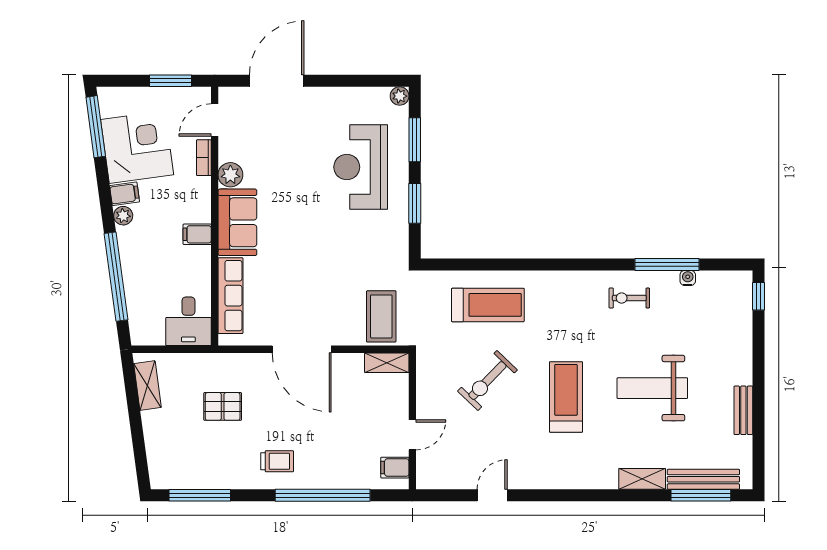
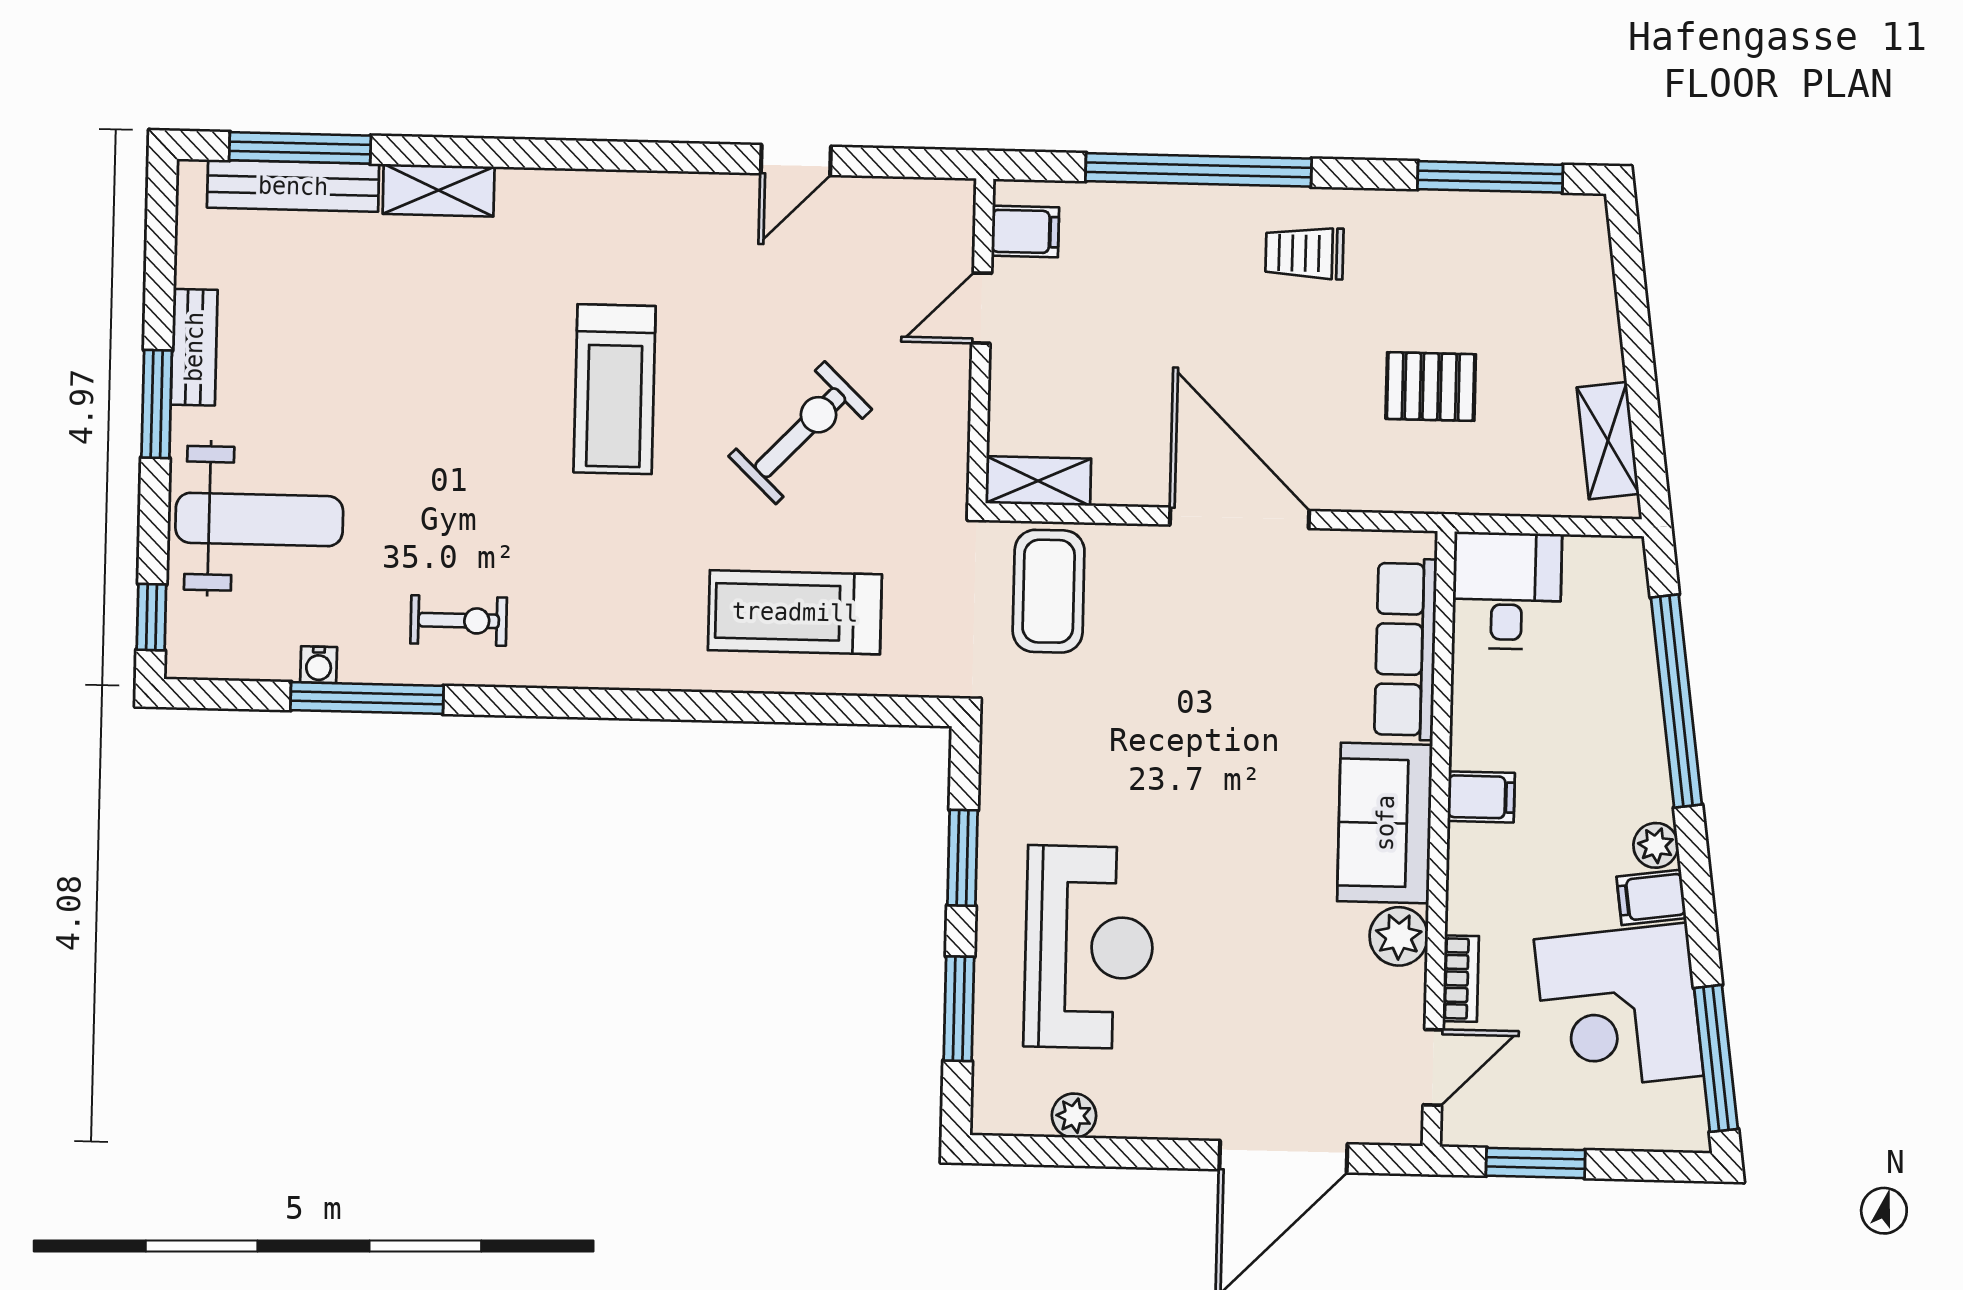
plant: (400, 96) -> (1074, 1116), moved
window: (759, 386) -> (157, 404), added
weight bench: (652, 388) -> (259, 519), moved

